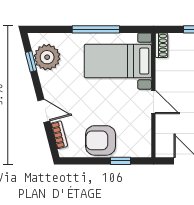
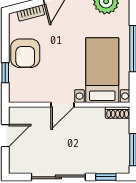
armchair: (100, 140) -> (25, 53), turned 180

